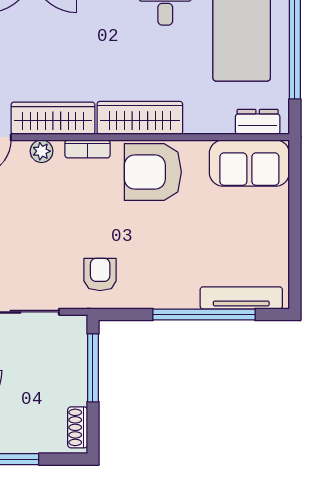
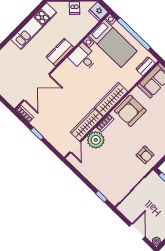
plant: (42, 151) -> (96, 140), width x1.87, depth x1.87
armchair: (100, 274) -> (145, 155), turned 180

